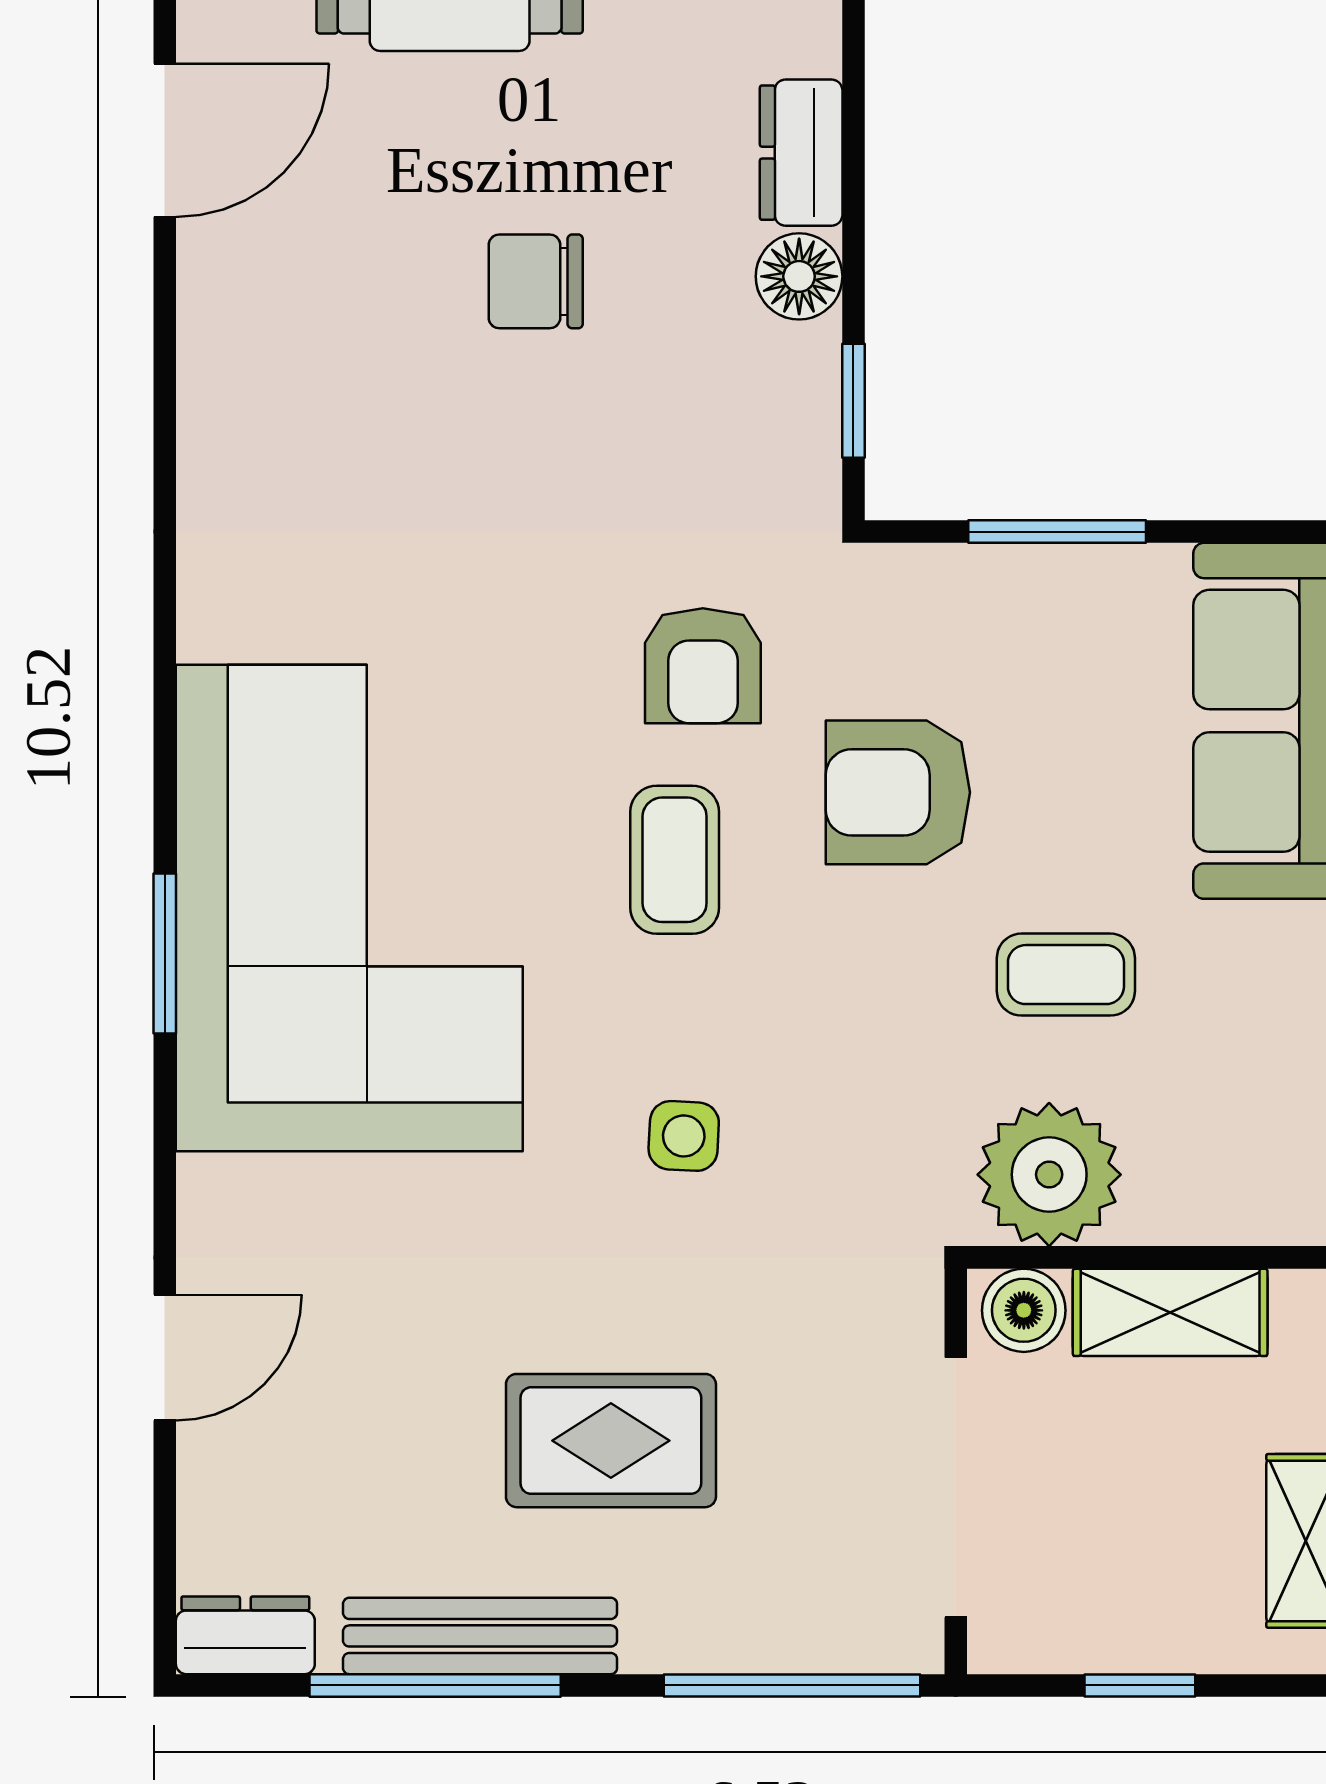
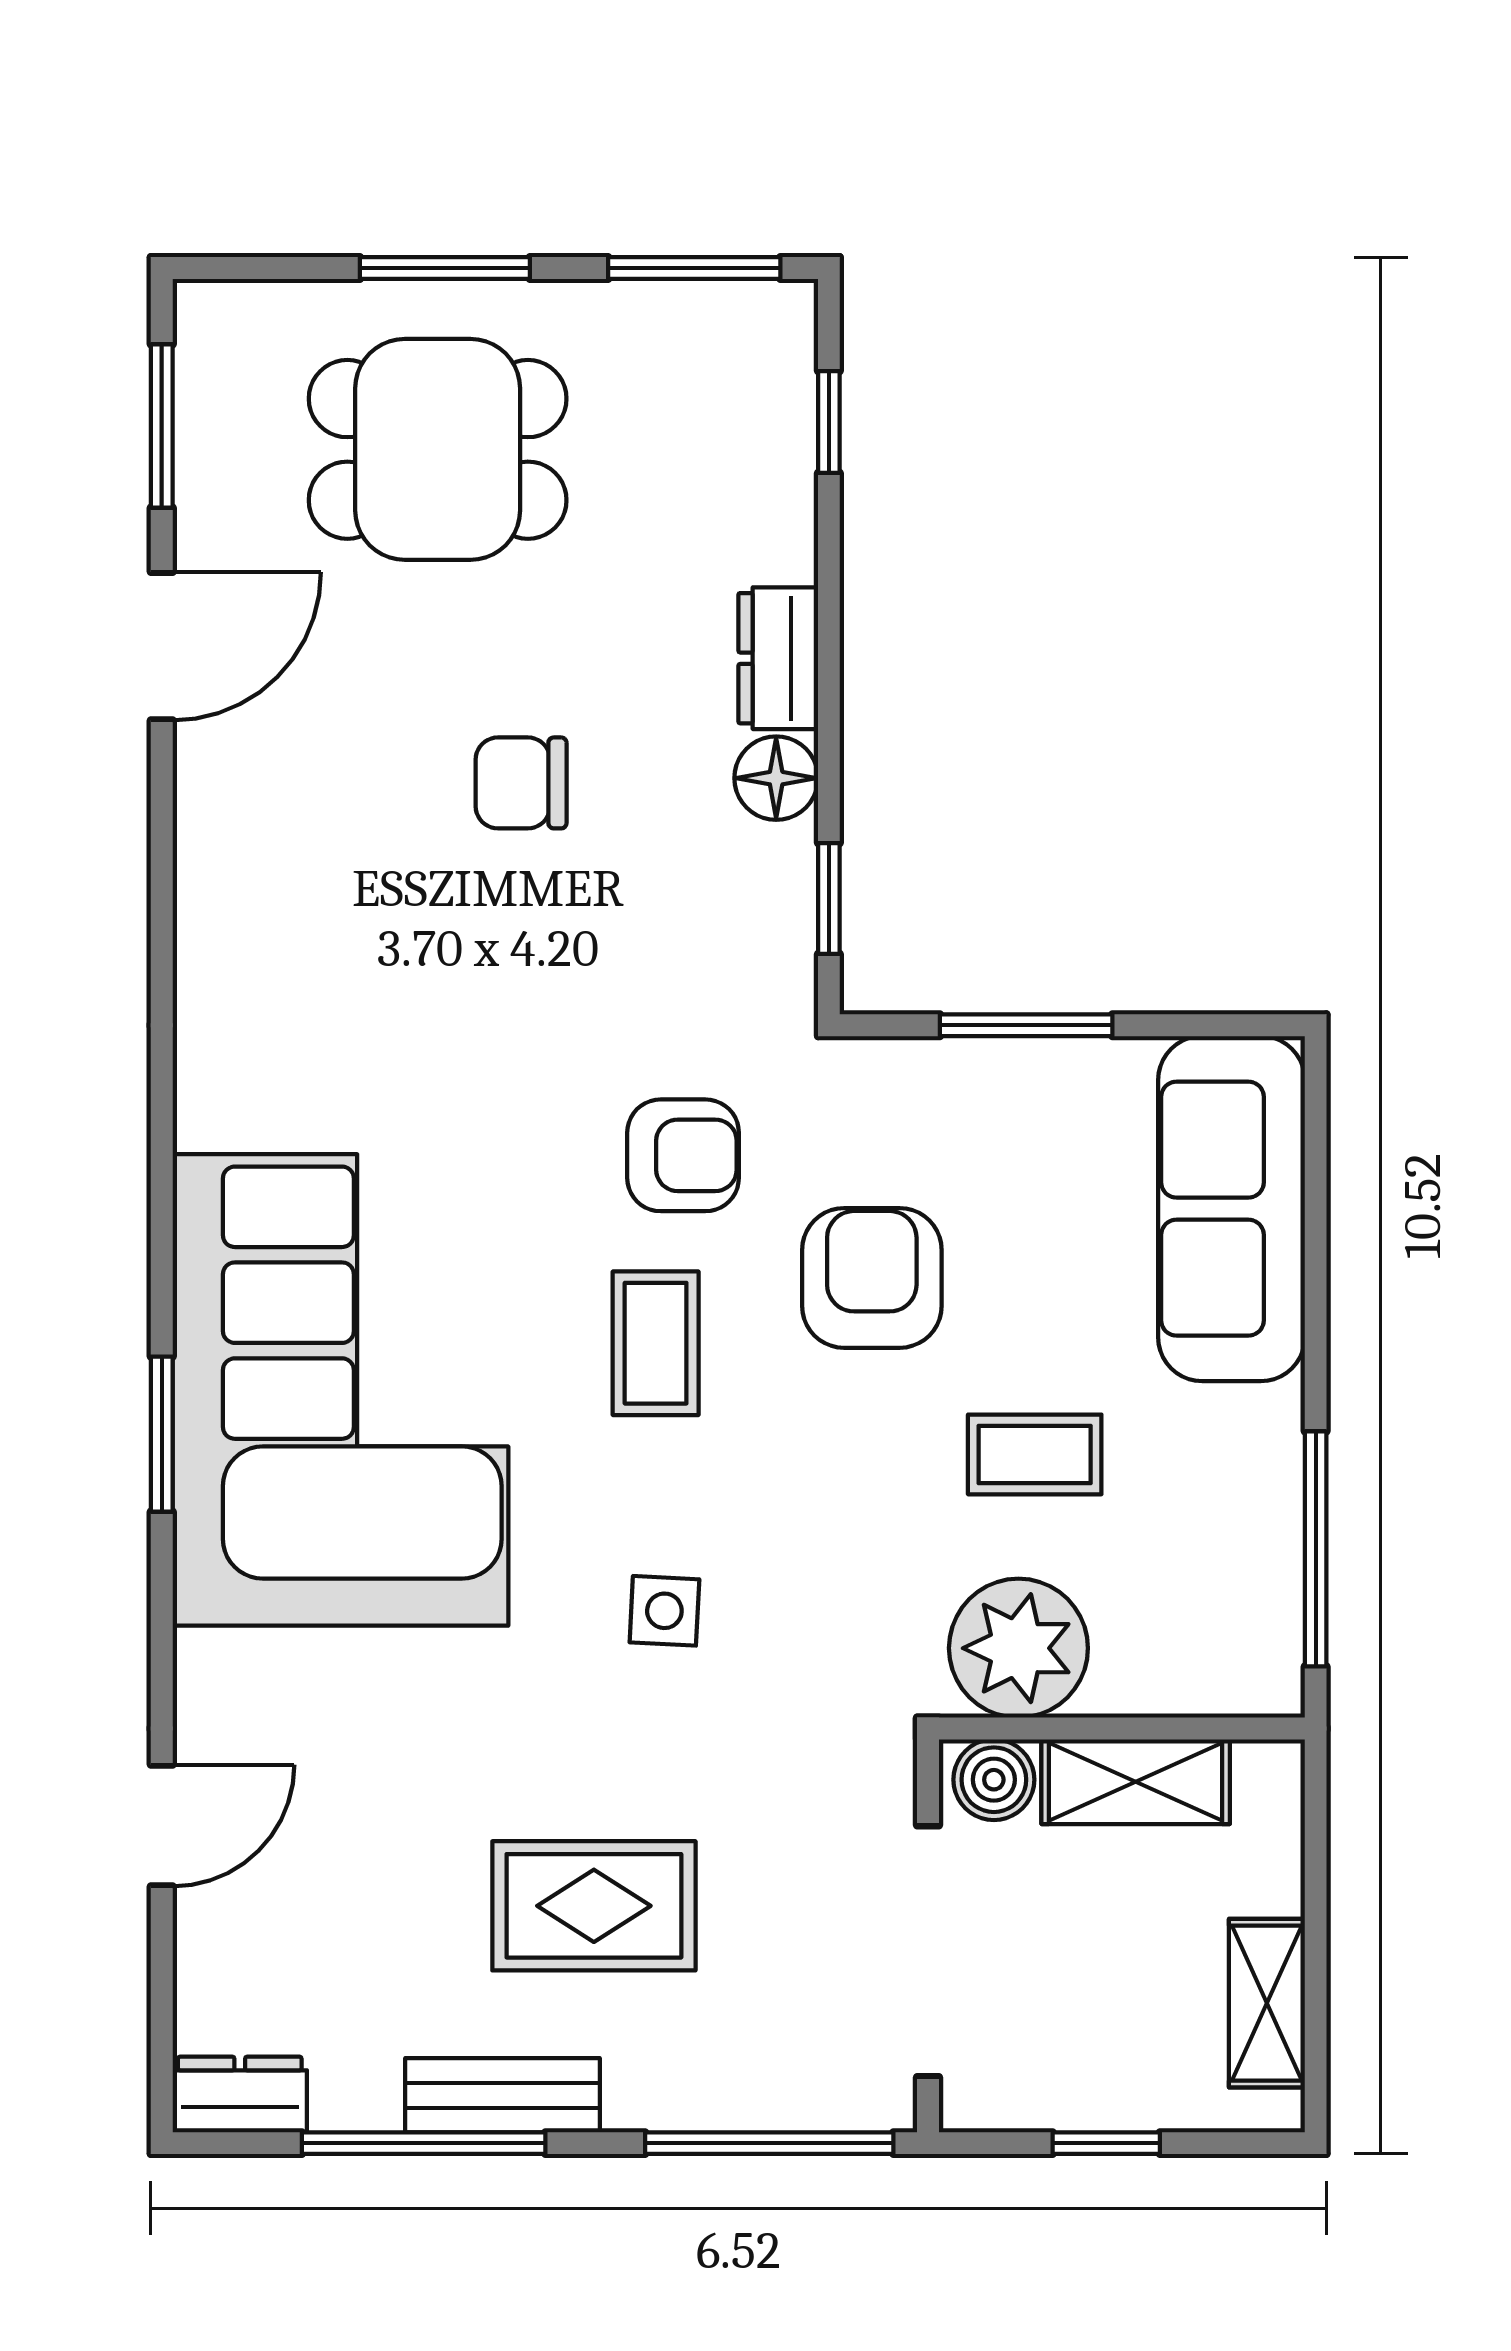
armchair: (703, 666) -> (683, 1155), turned -90
armchair: (898, 792) -> (872, 1278), turned 90
bench: (480, 1636) -> (502, 2095), width x0.73

